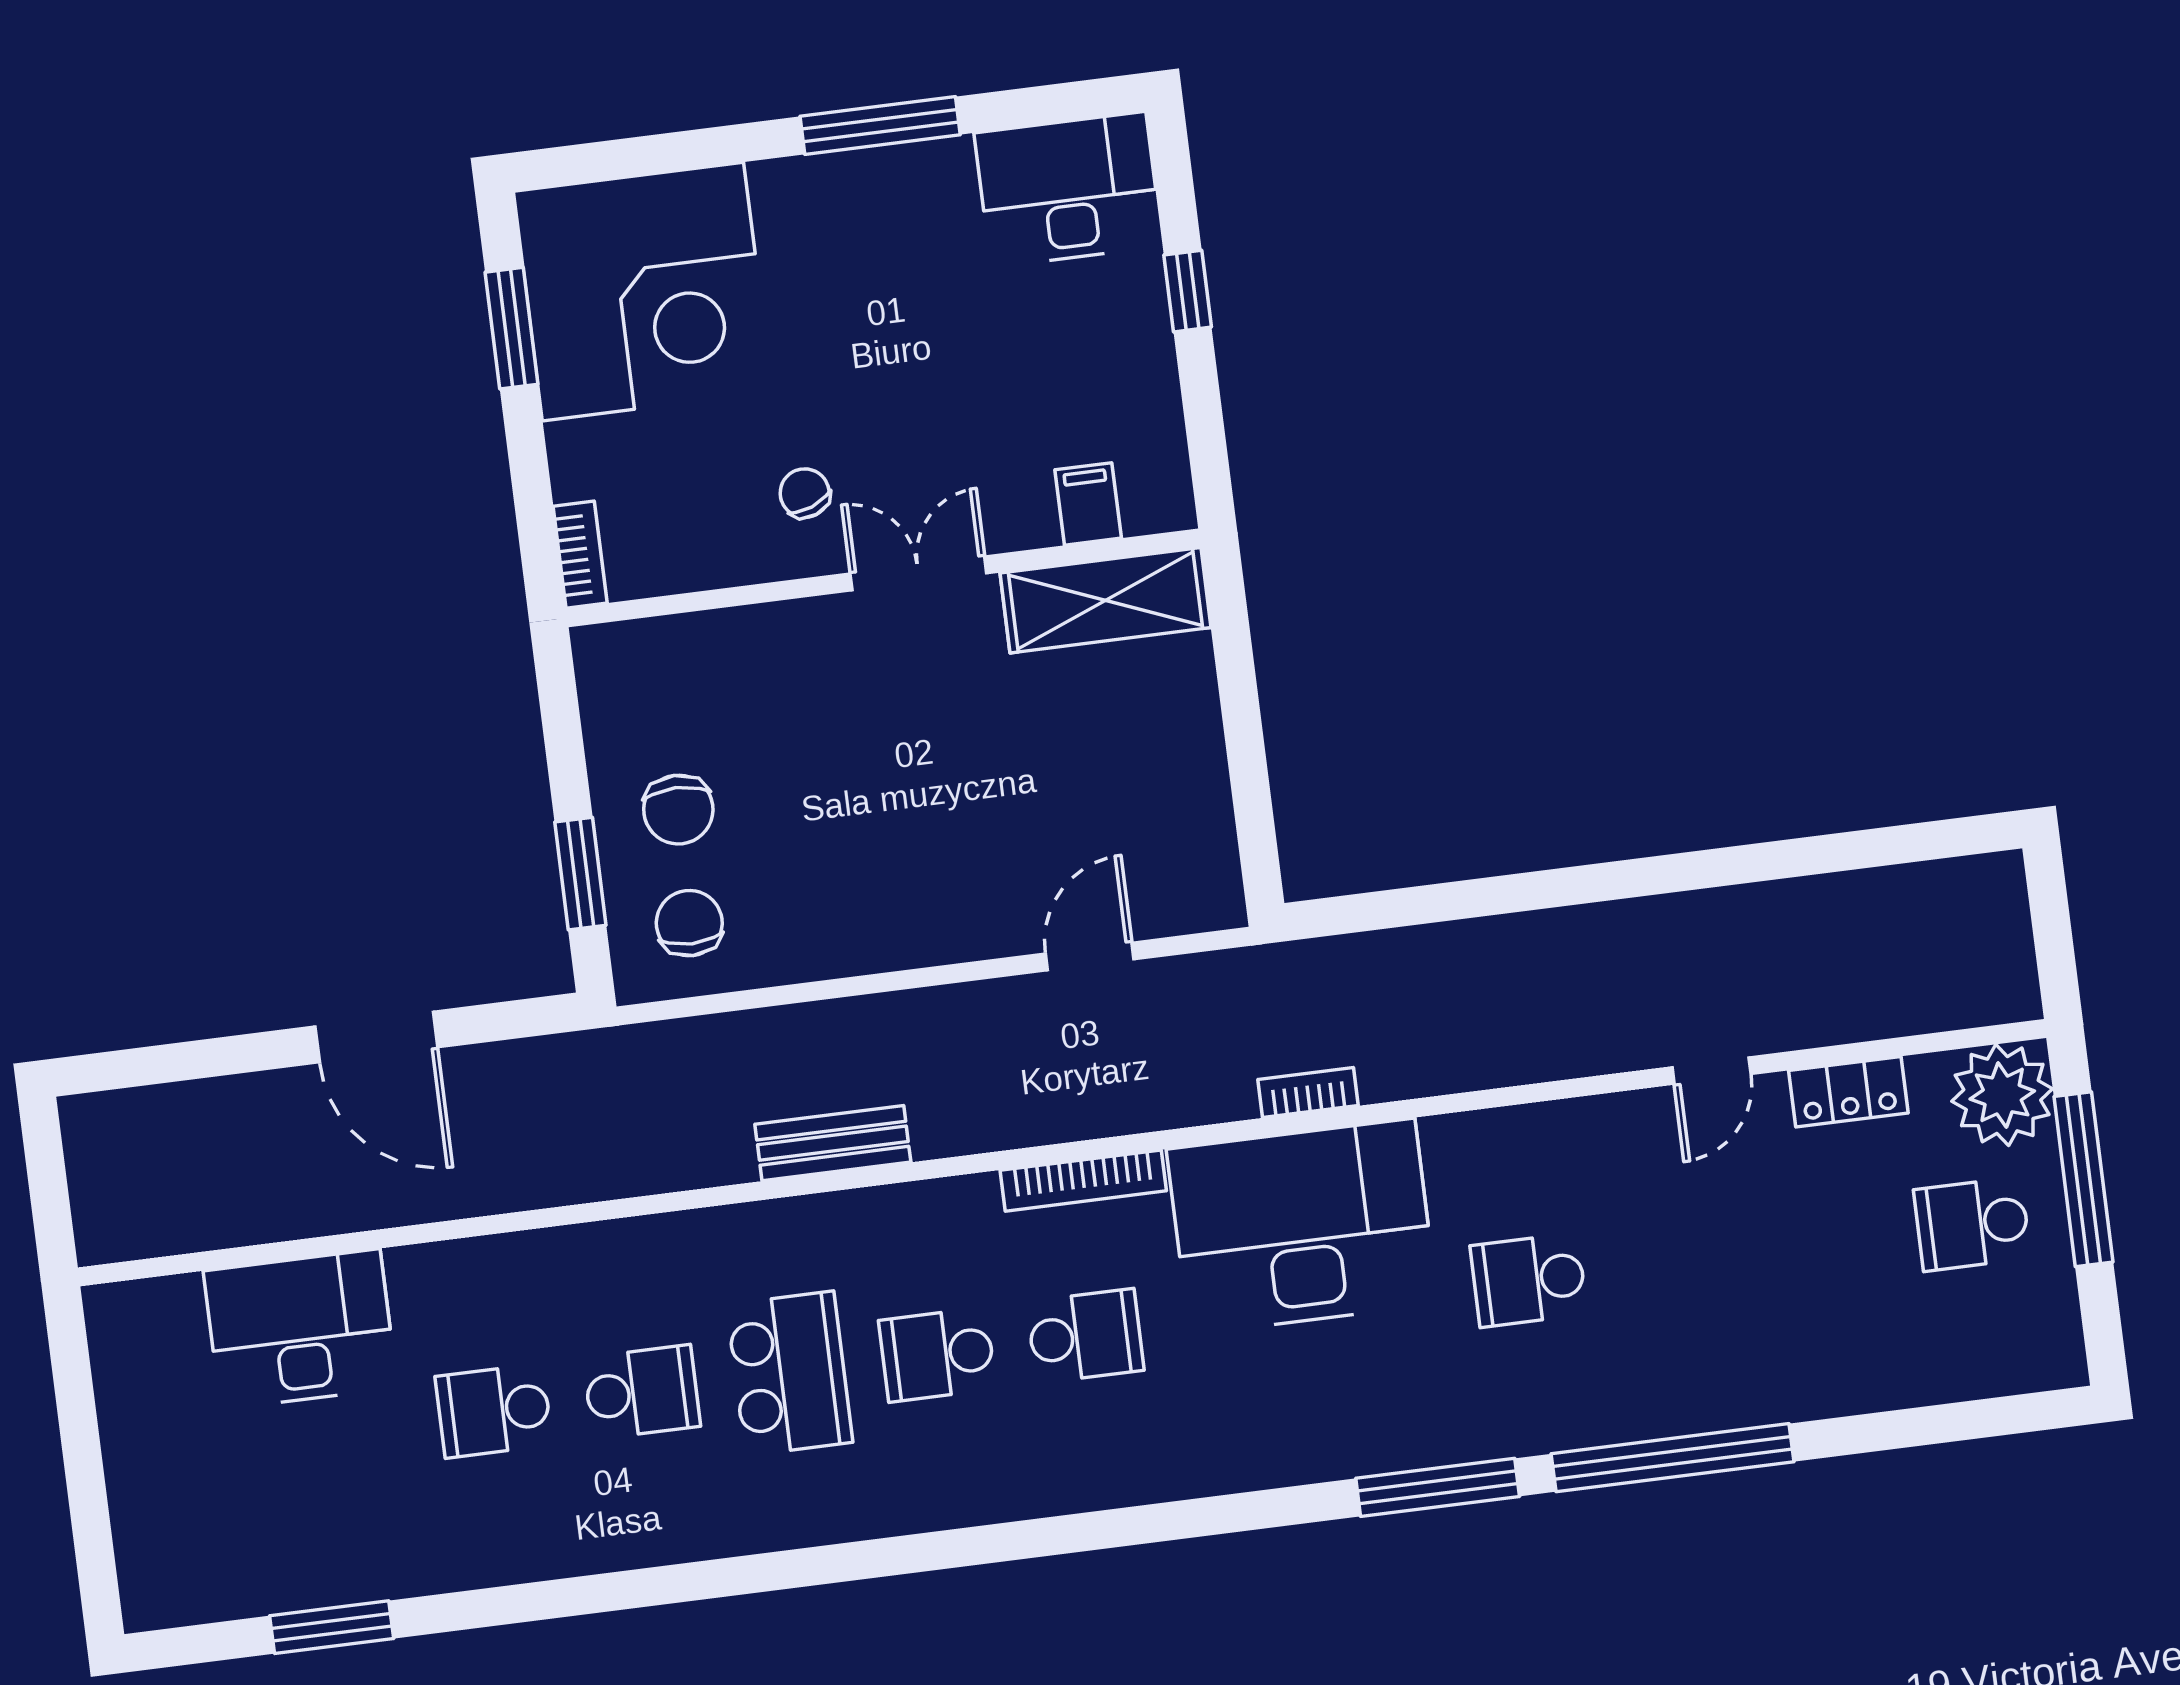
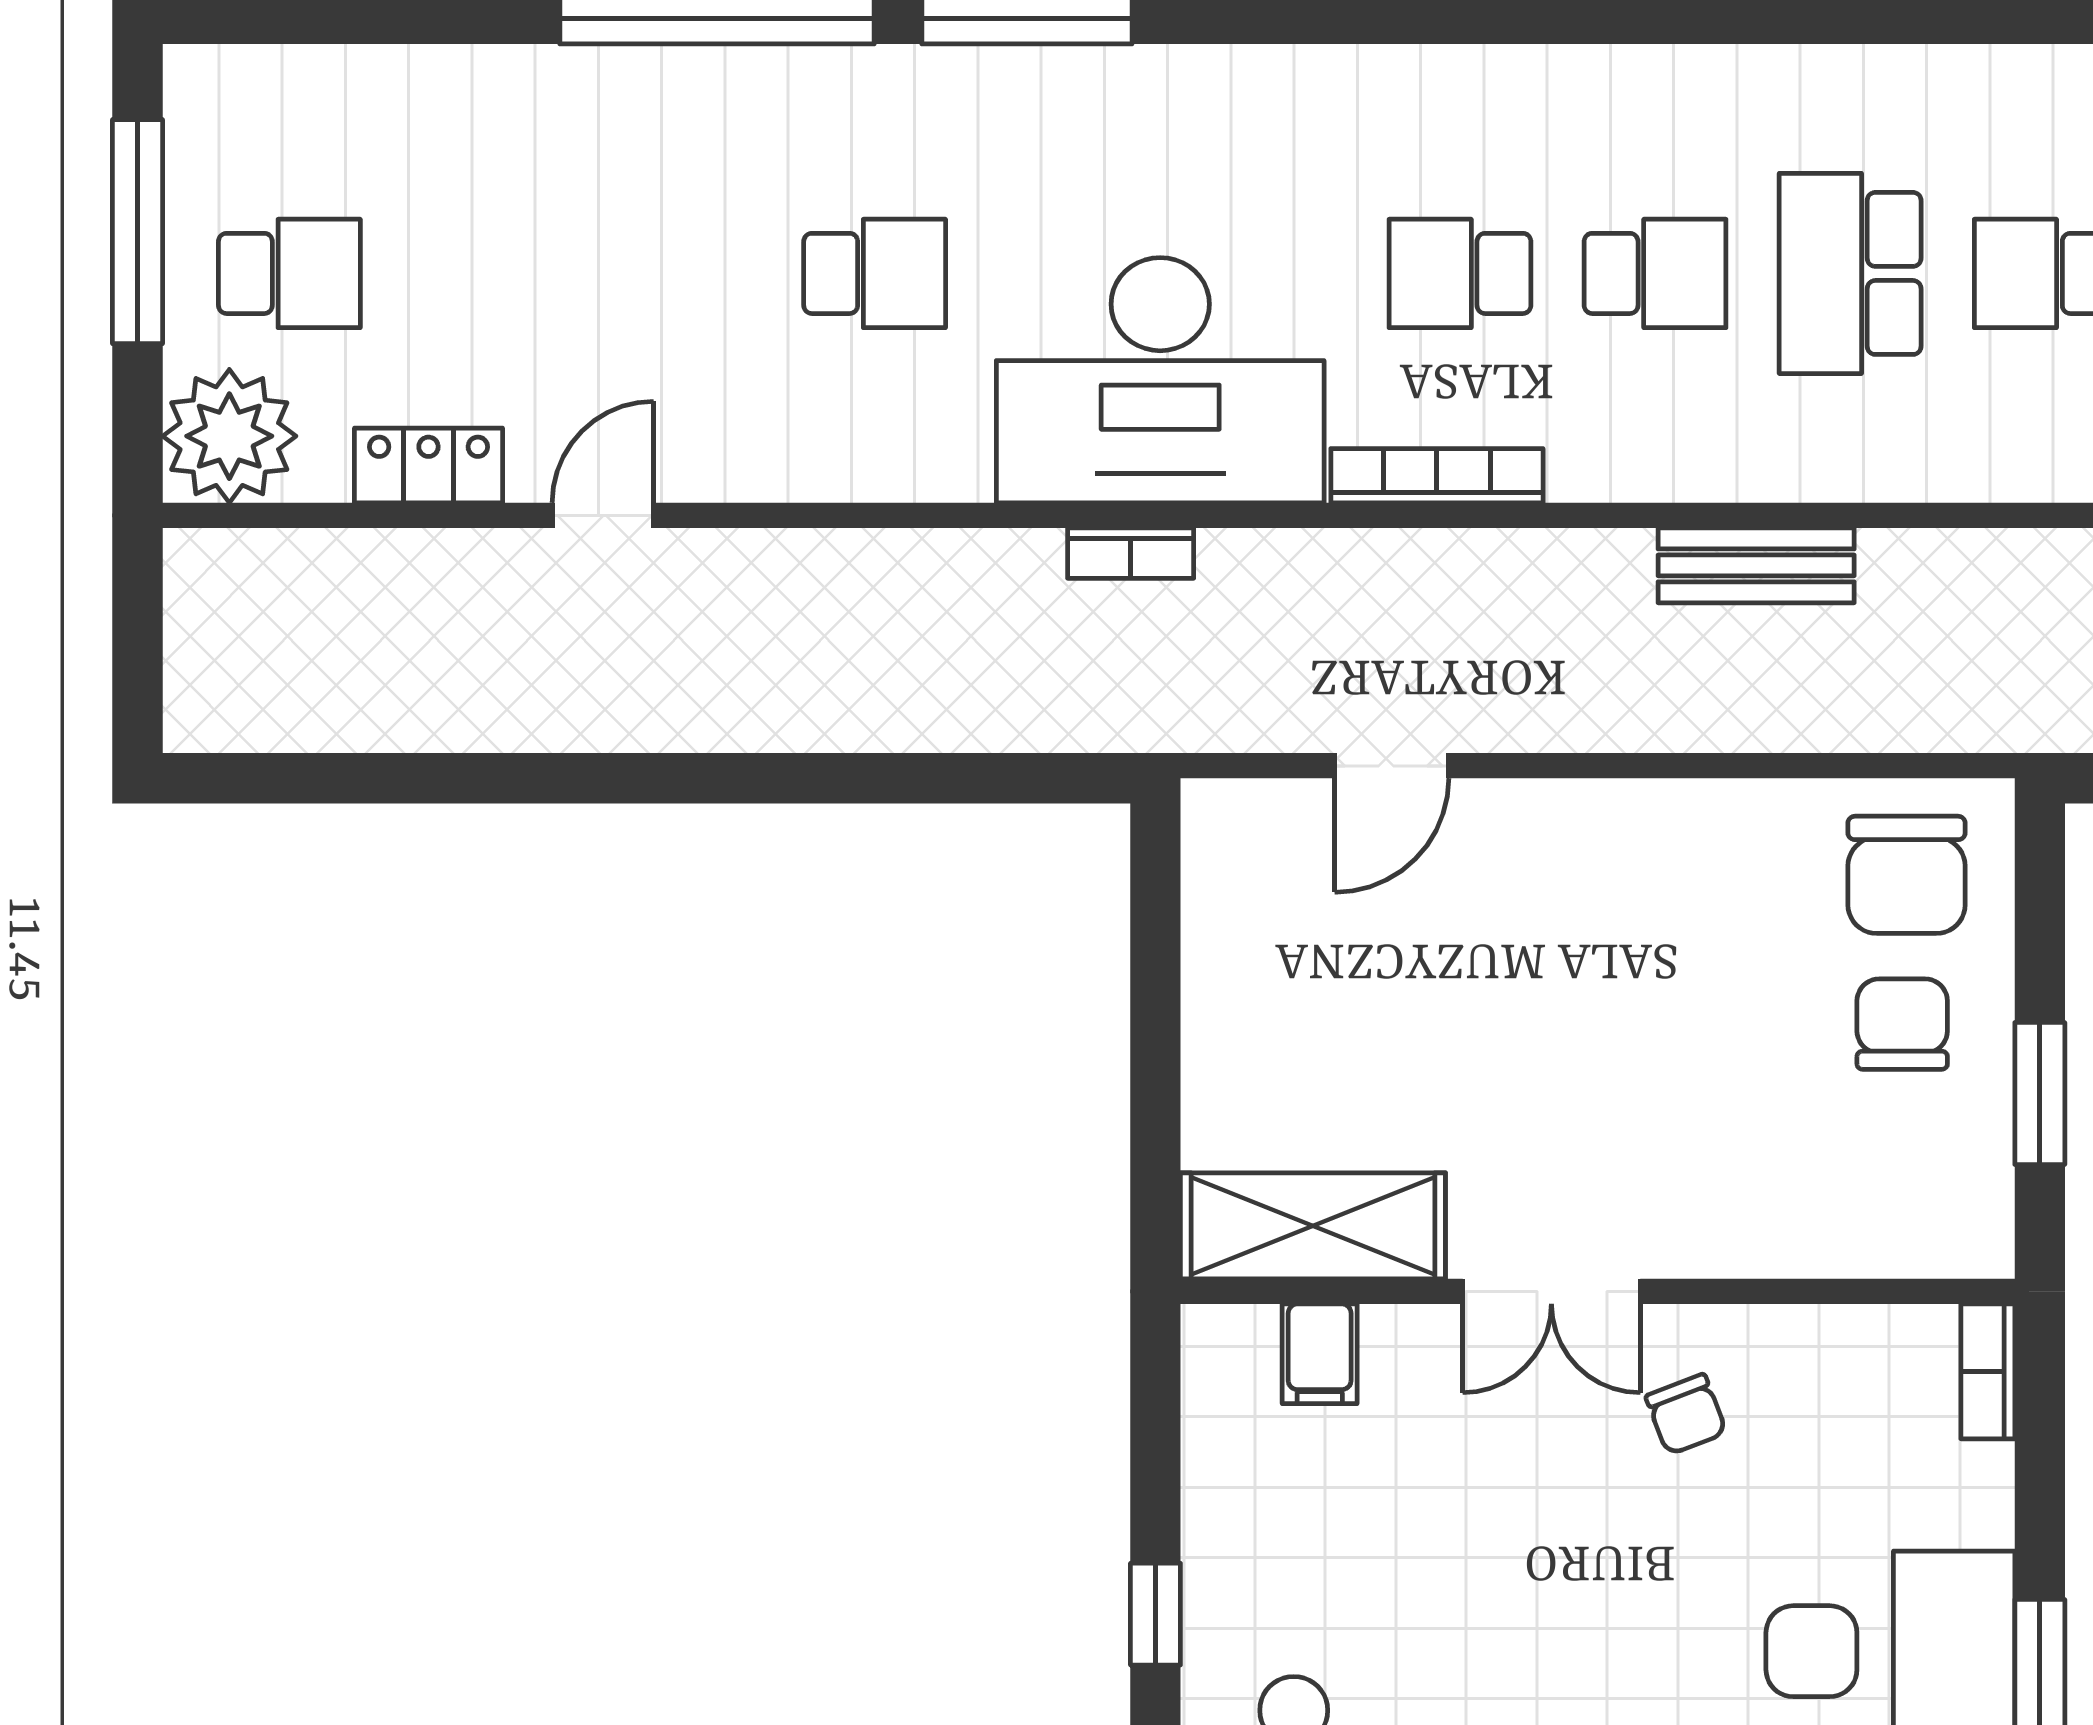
window: (580, 874) -> (2040, 1094), moved
chair: (689, 923) -> (1907, 875), width x1.37, depth x1.37
window: (2083, 1179) -> (137, 232), moved

